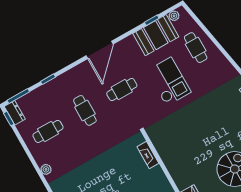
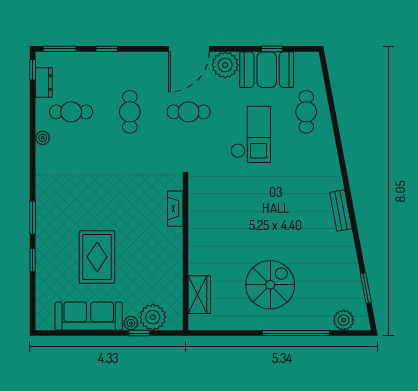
plant: (174, 16) -> (225, 65), moved, width x1.88, depth x1.88
dresser: (15, 113) -> (44, 83), moved
plant: (46, 169) -> (43, 138), moved

